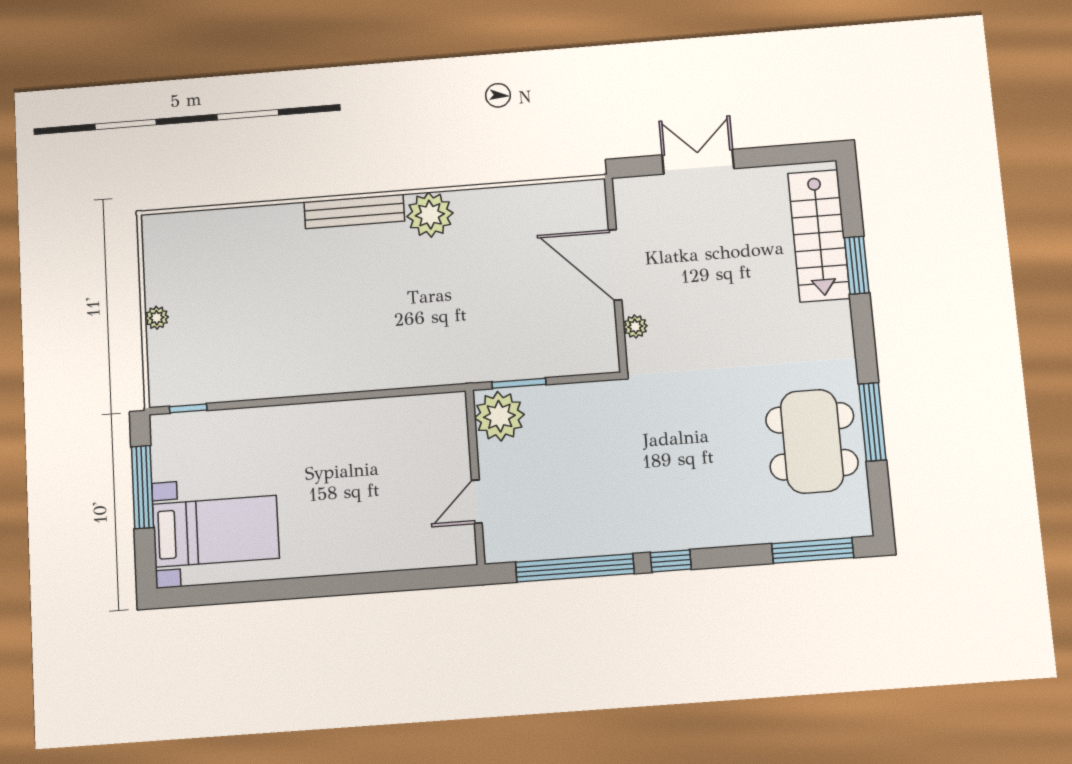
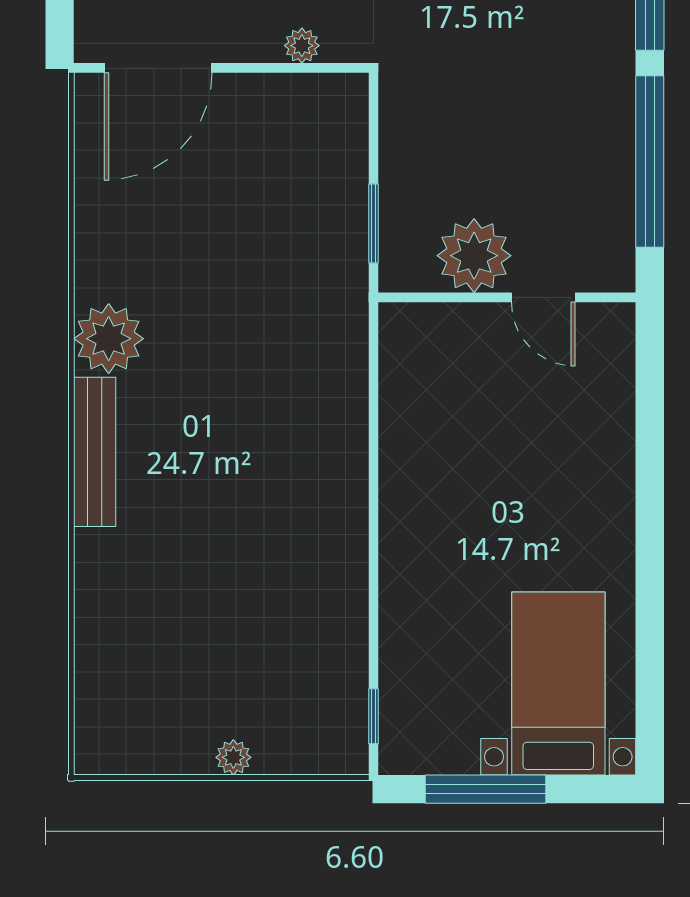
door: (615, 265) -> (158, 68), moved
plant: (499, 416) -> (474, 256), moved

